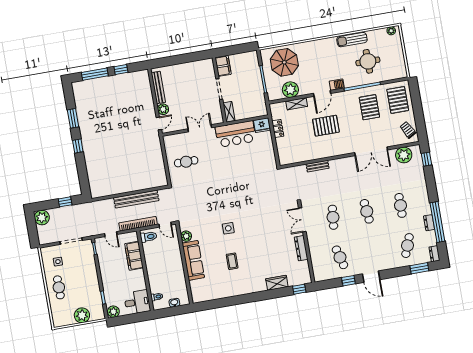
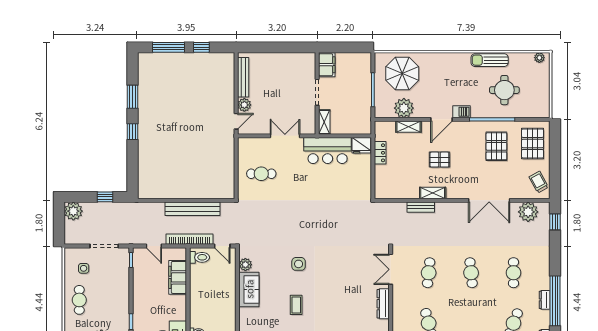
pallet: (326, 126) -> (439, 160), width x0.67, depth x0.71
shelving: (325, 153) -> (433, 193), added
sofa: (193, 260) -> (249, 289), width x0.73

